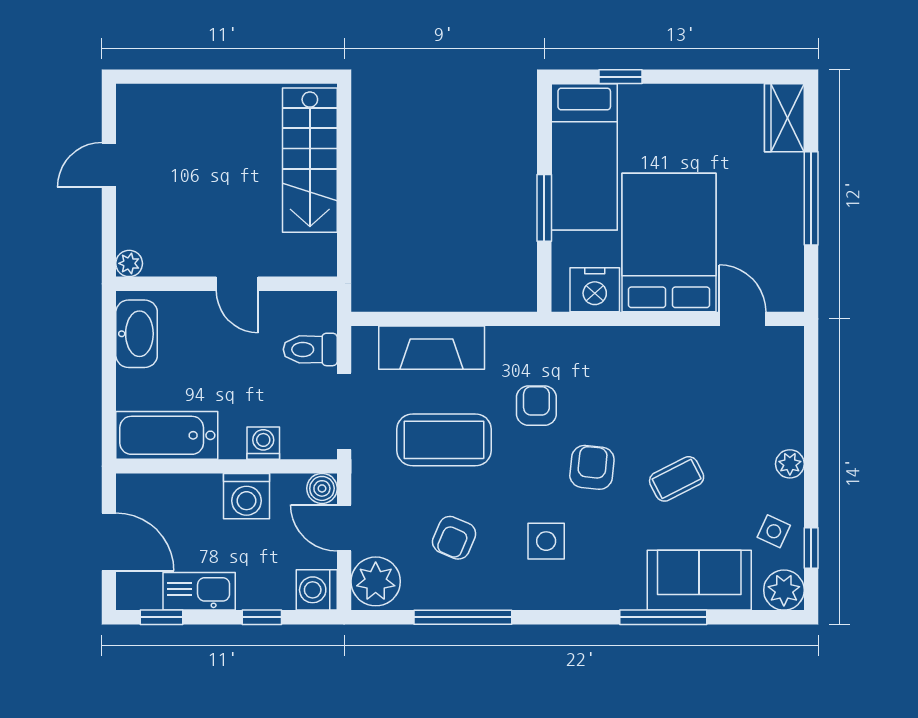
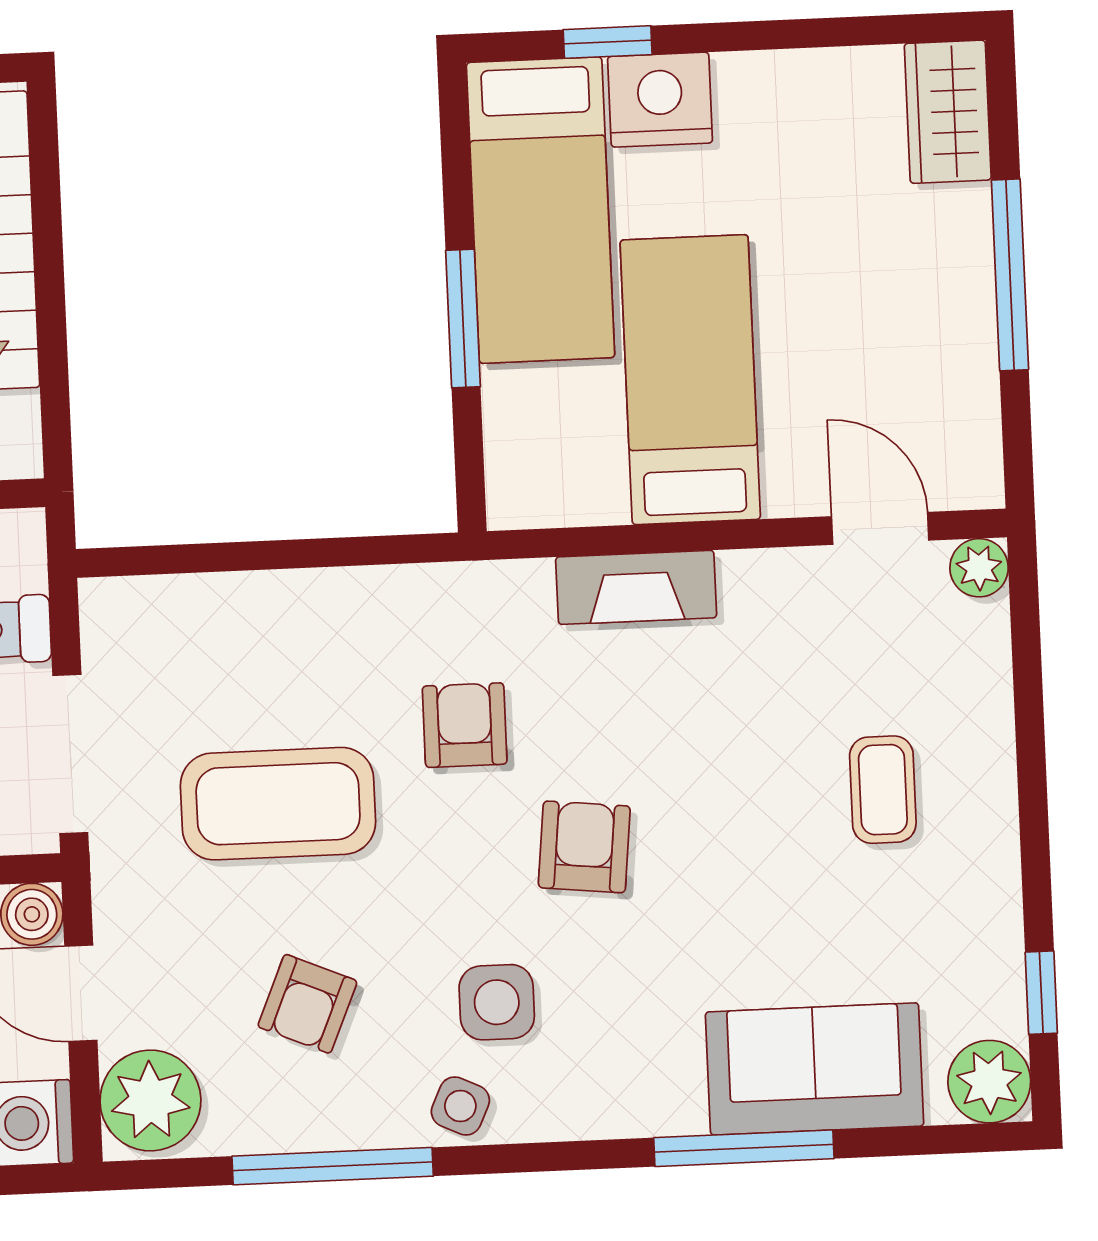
bed: (669, 242) -> (690, 380), width x0.67
nightstand: (595, 290) -> (660, 100), moved, turned 180
fireplace: (432, 348) -> (636, 587), moved, width x0.73, depth x0.76
plant: (790, 464) -> (979, 568), moved
coffee table: (677, 479) -> (883, 790), moved, turned -63
side table: (774, 531) -> (460, 1106), moved

